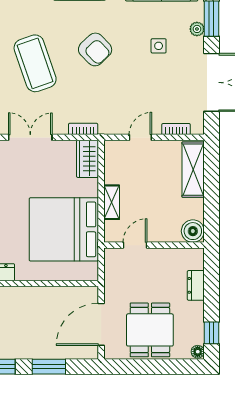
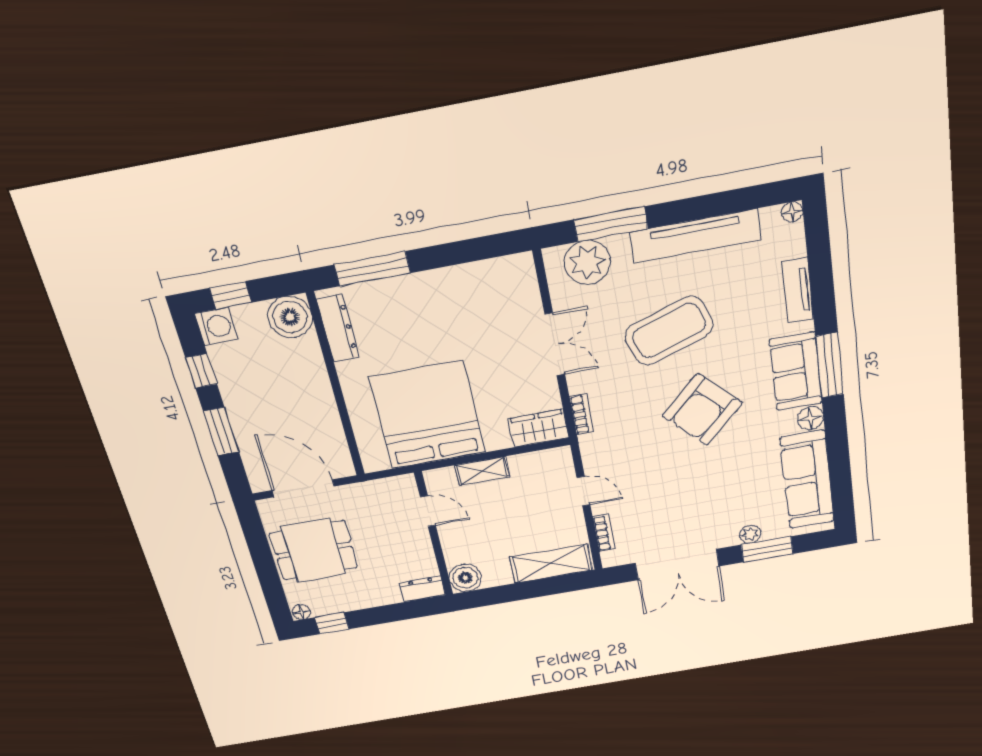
side table: (159, 46) -> (719, 491), removed
armchair: (95, 49) -> (702, 410), width x1.36, depth x1.36
dresser: (196, 285) -> (422, 589), moved

